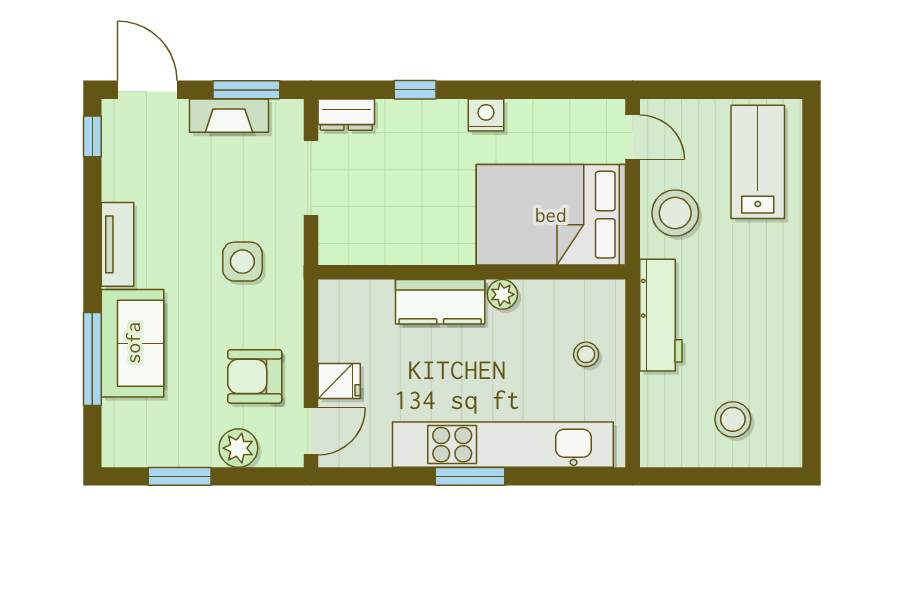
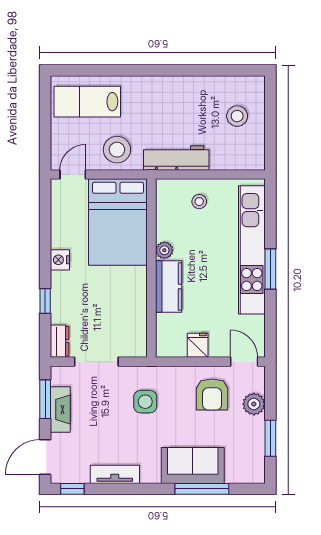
tv unit: (117, 244) -> (115, 474), moved
fridge: (339, 381) -> (198, 345), moved

